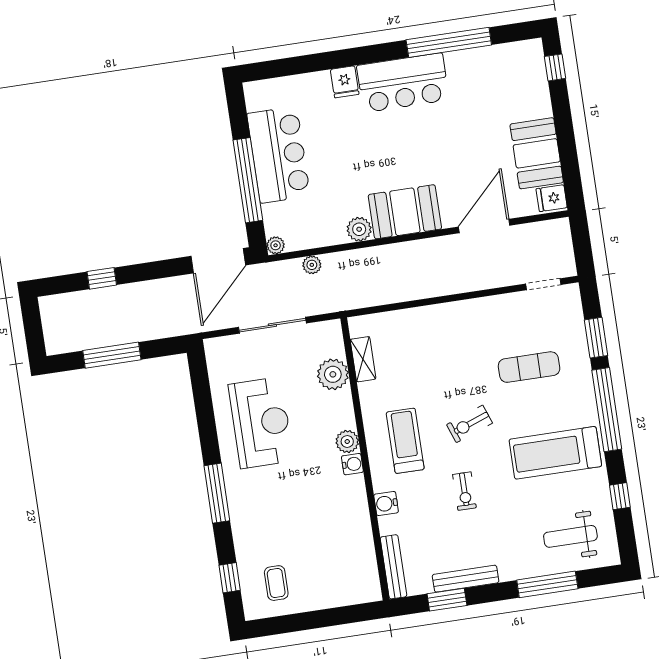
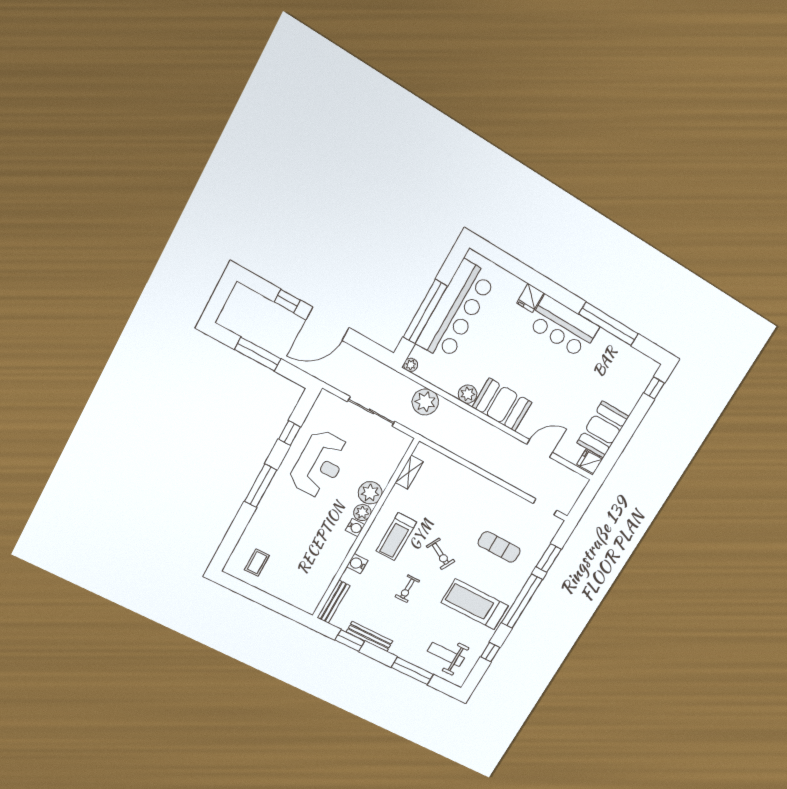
bar counter: (279, 155) -> (456, 311), width x1.36
door: (484, 226) -> (540, 448), width x0.73
door: (218, 261) -> (328, 324), moved
plant: (312, 265) -> (425, 402), width x1.88, depth x1.88
plant: (333, 374) -> (370, 493), moved
exercise bike: (470, 424) -> (440, 554), turned -132
treadmill: (405, 441) -> (396, 537), turned 180
window: (230, 578) -> (289, 433), moved

